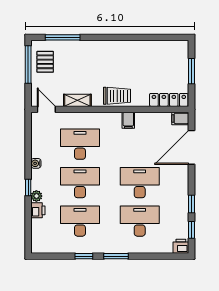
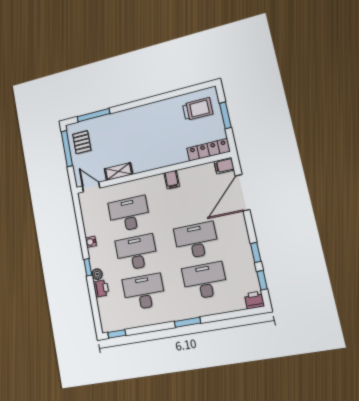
trolley: (117, 96) -> (198, 109), moved
window: (84, 256) -> (117, 334), moved

